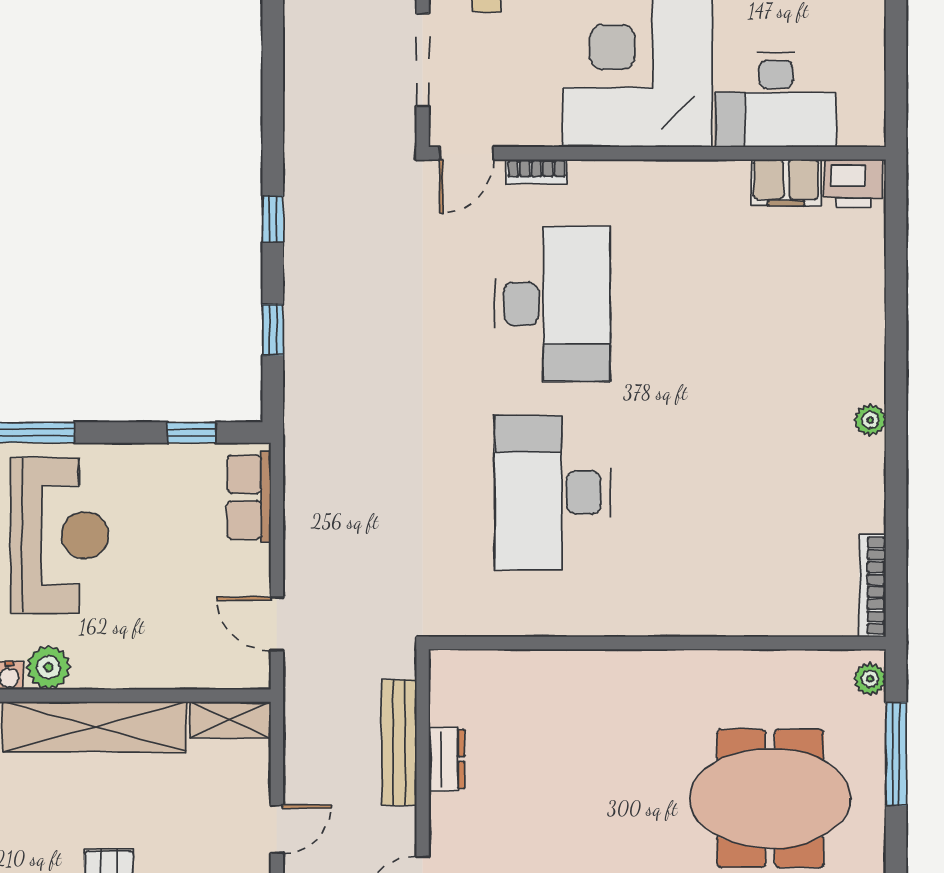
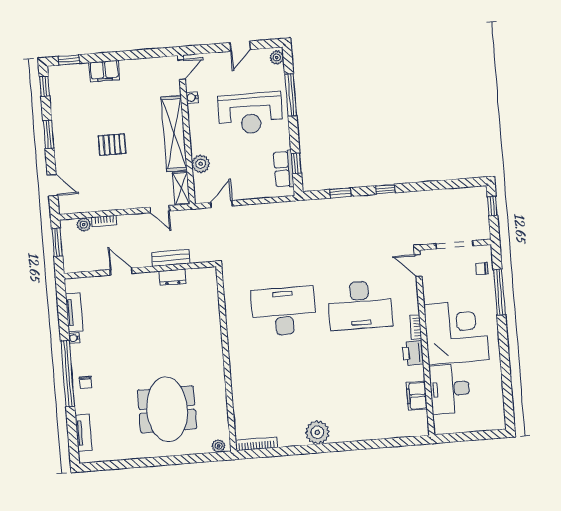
bookcase: (536, 172) -> (416, 327), moved
printer: (853, 183) -> (413, 353), moved
plant: (870, 420) -> (317, 432), width x1.87, depth x1.87
row of seats: (249, 497) -> (284, 169), moved, turned -90
plant: (48, 667) -> (201, 164), moved
bench: (399, 743) -> (171, 258), width x0.73
window: (896, 754) -> (189, 459), removed
door: (277, 829) -> (160, 209), moved

